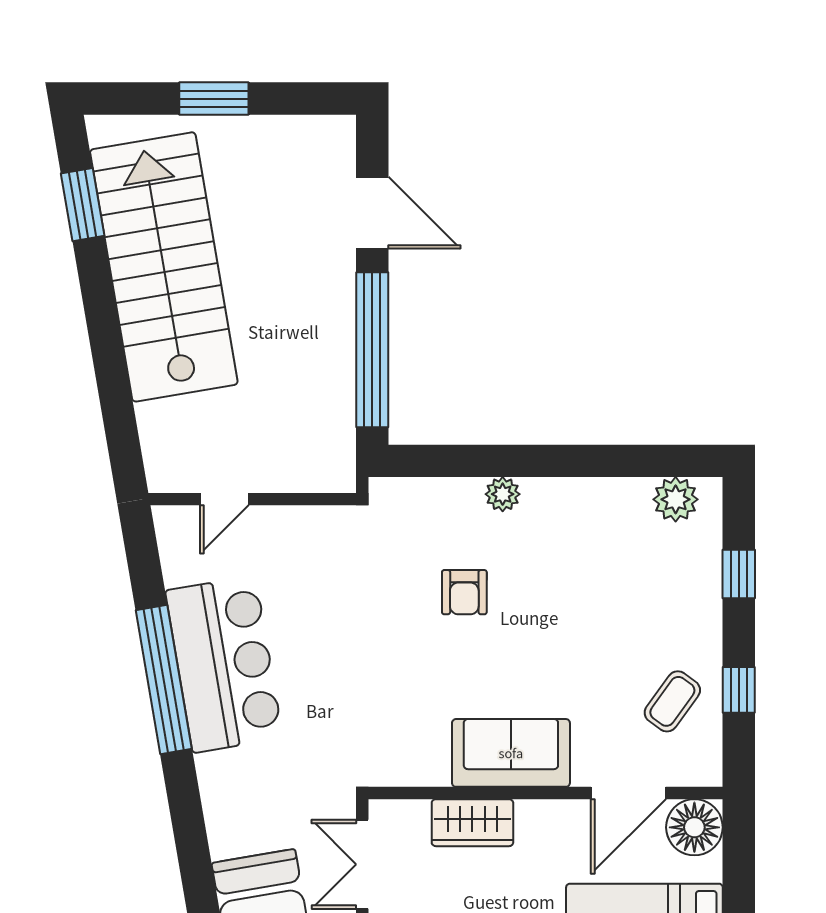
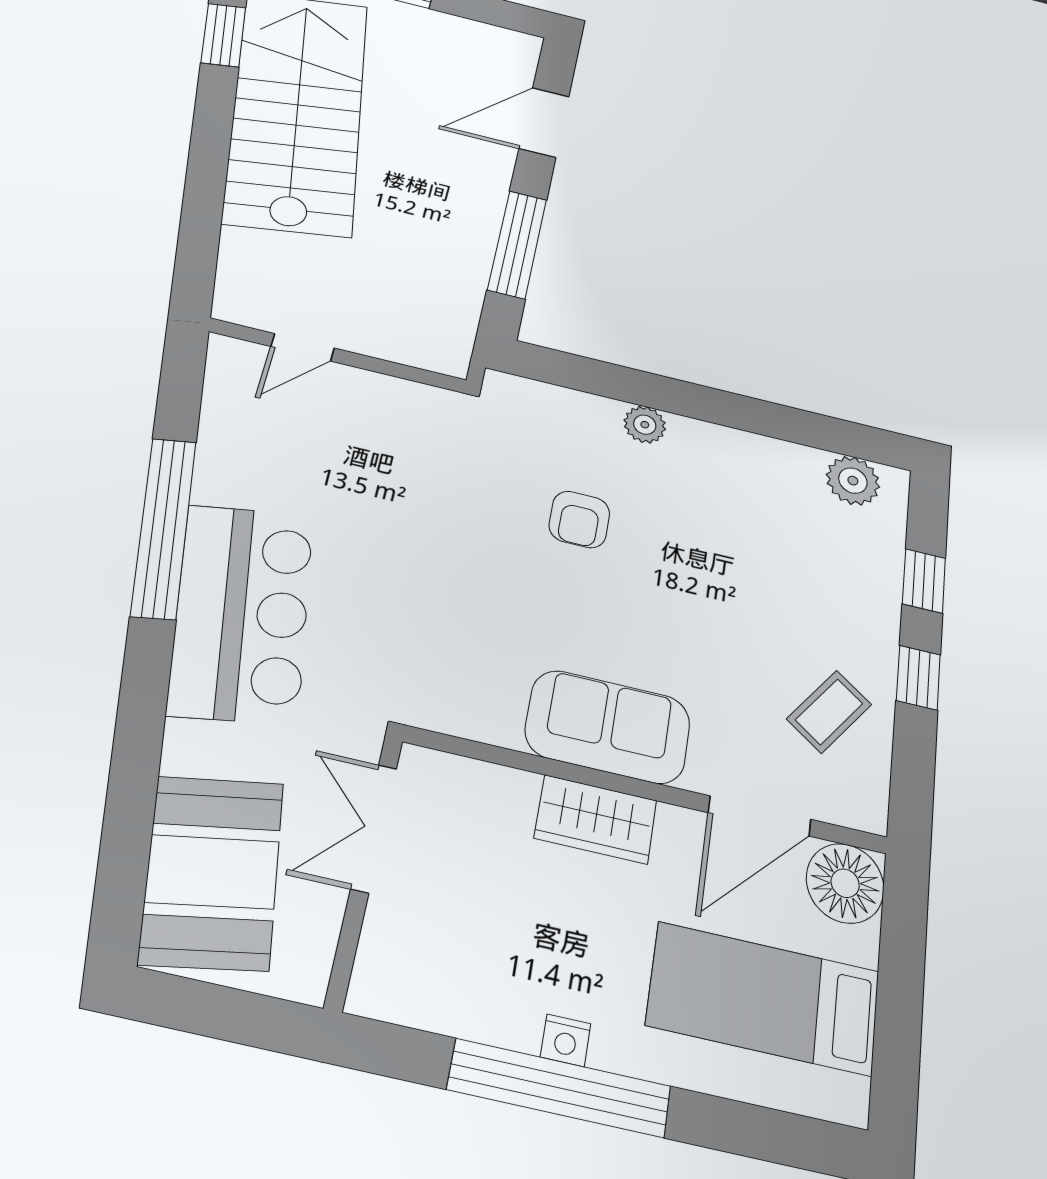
door: (372, 213) -> (544, 122), swing flipped
window: (372, 350) -> (517, 244), width x0.68
bar counter: (224, 664) -> (242, 612), moved
window: (739, 690) -> (918, 678), moved
wardrobe: (472, 823) -> (596, 819), moved

